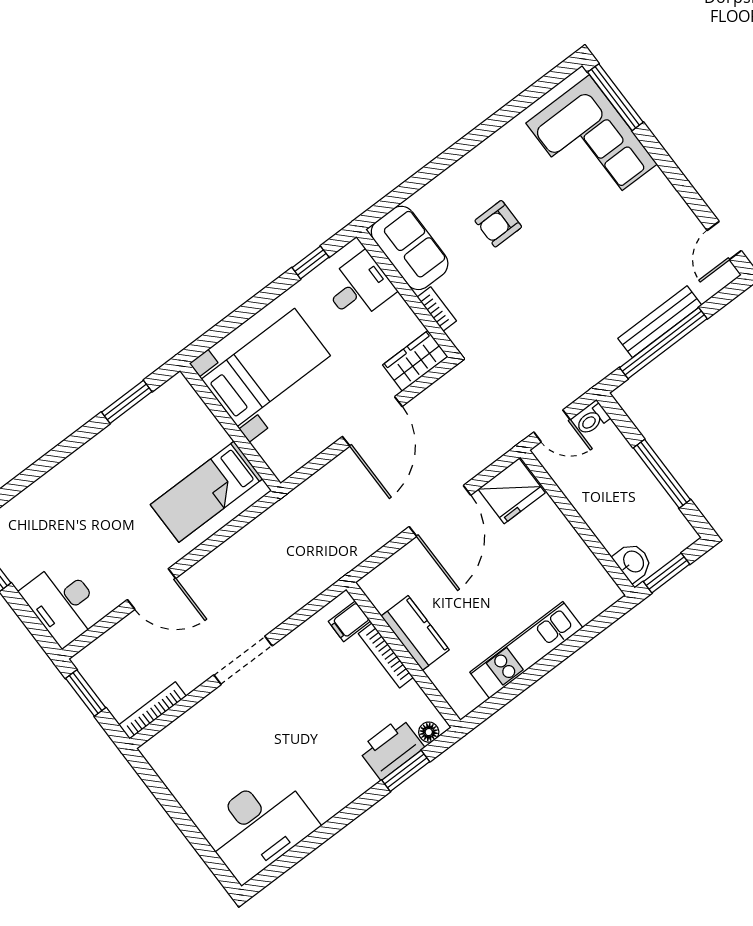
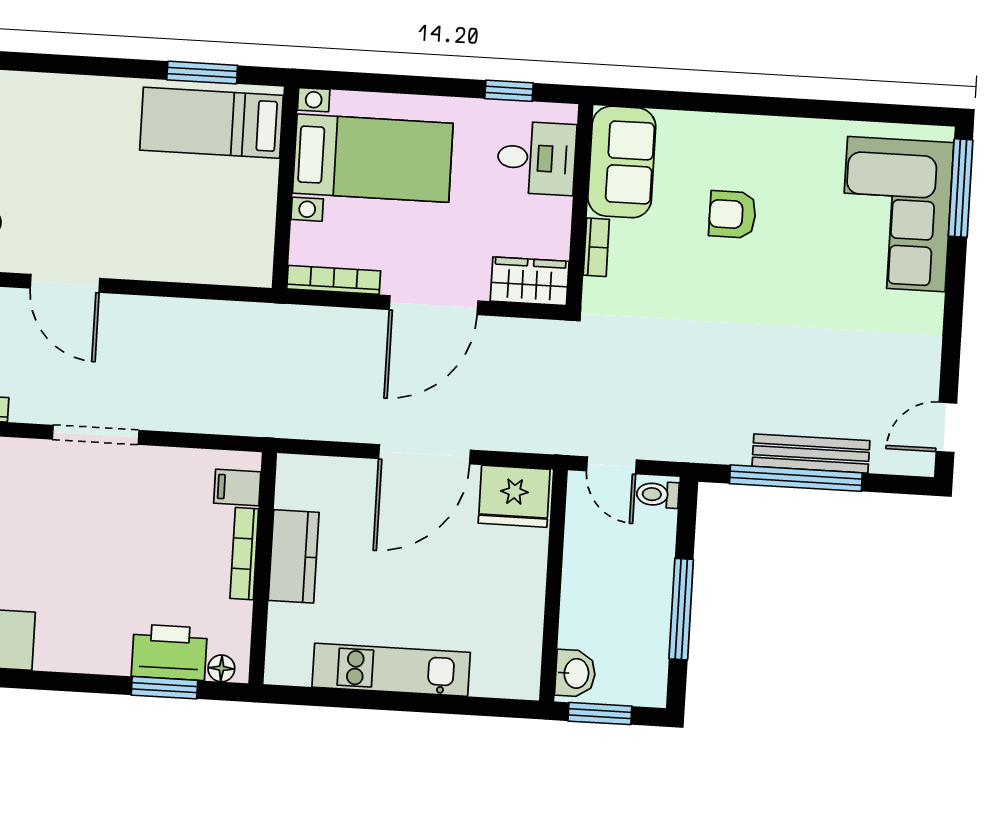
bookcase: (303, 456) -> (334, 280), added
bed: (206, 492) -> (211, 123), moved

